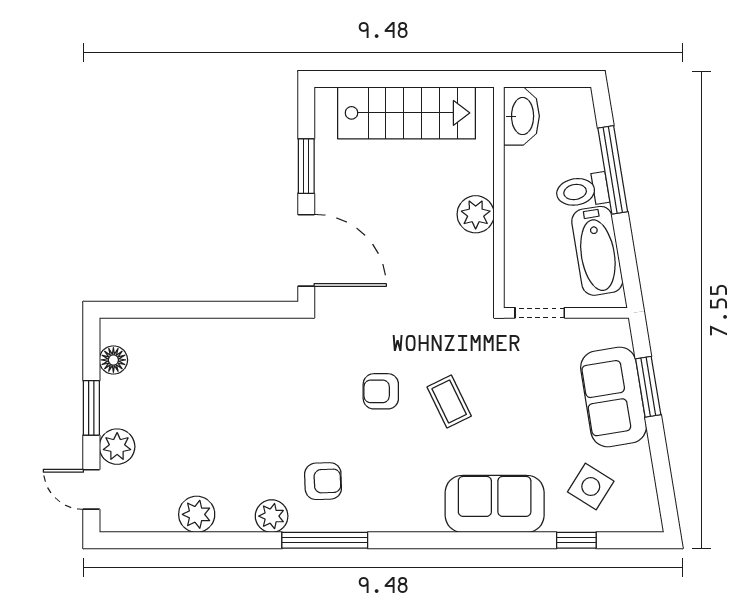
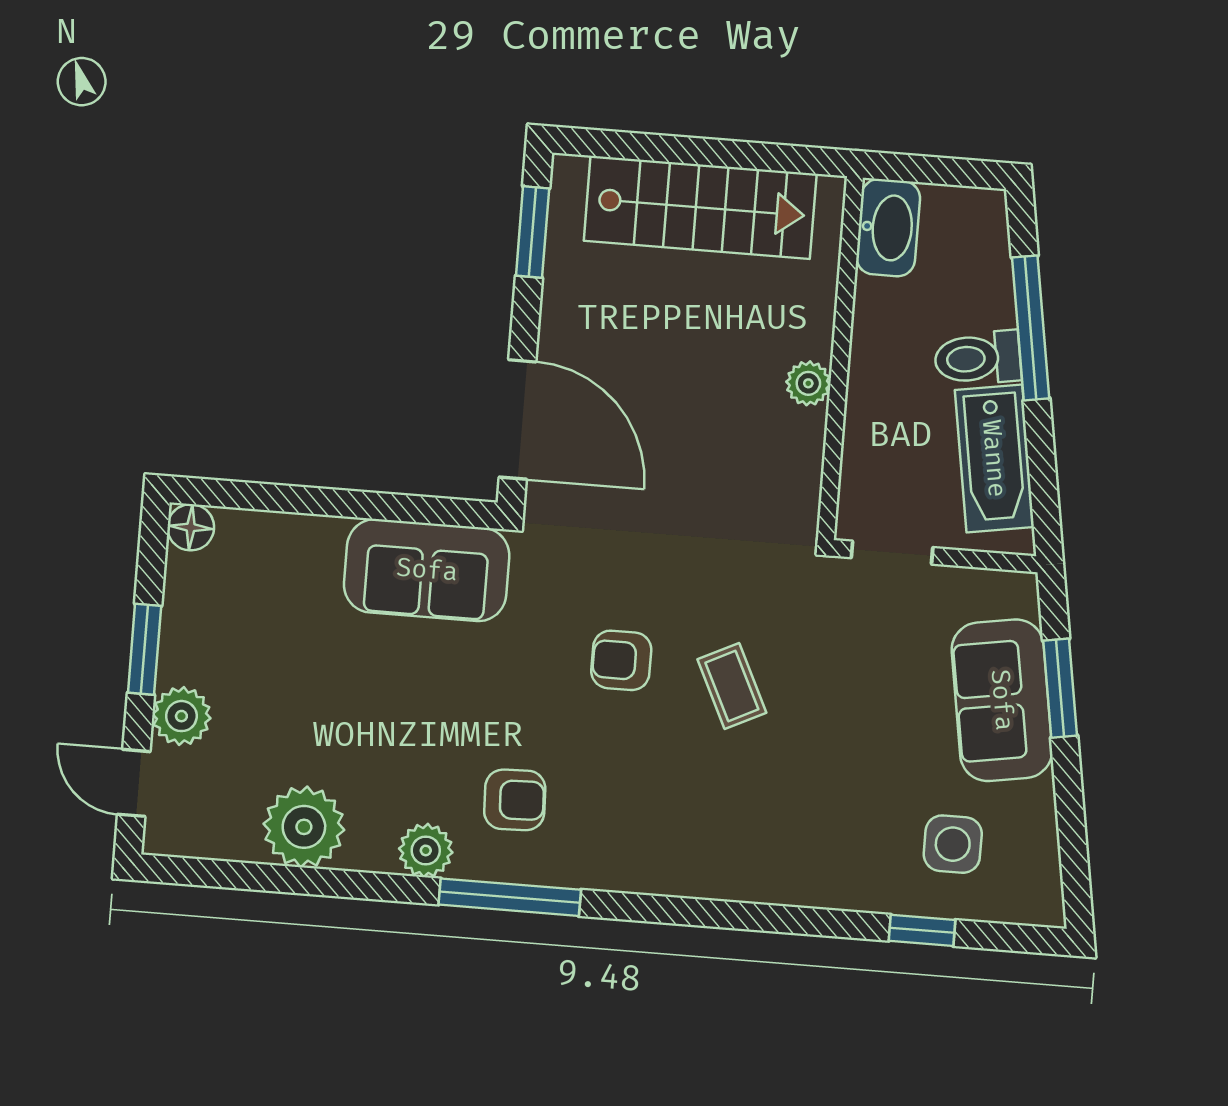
window: (306, 166) -> (533, 232), moved
plant: (476, 214) -> (808, 383), width x0.73, depth x0.73
floor lamp: (113, 360) -> (191, 527), moved
side table: (591, 487) -> (953, 844), turned -32
sofa: (495, 504) -> (427, 570), moved, turned 180
plant: (197, 514) -> (304, 827), width x1.36, depth x1.36

